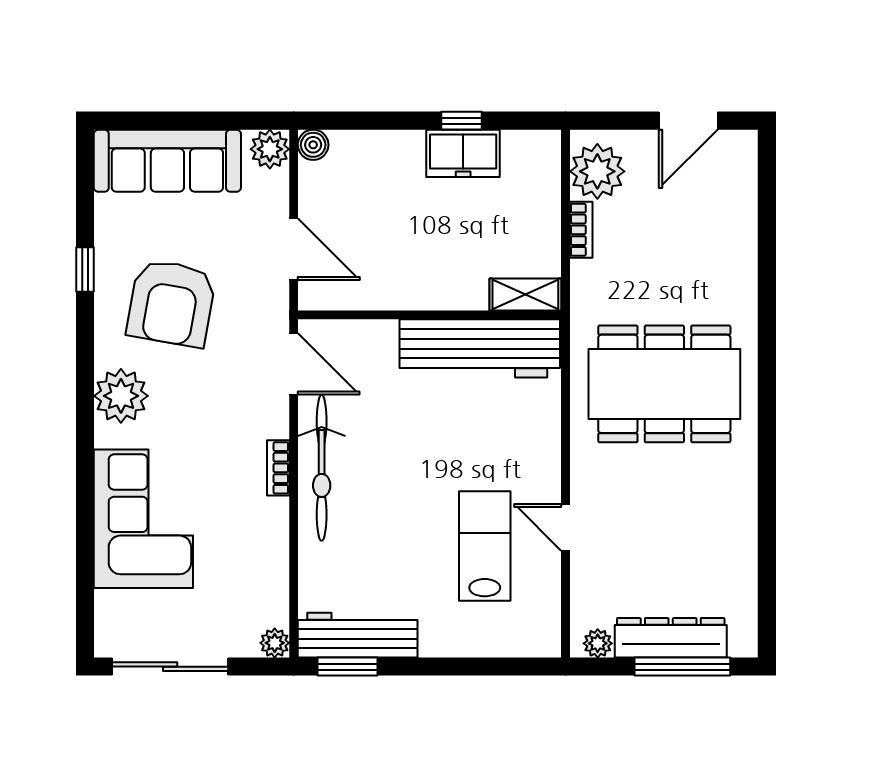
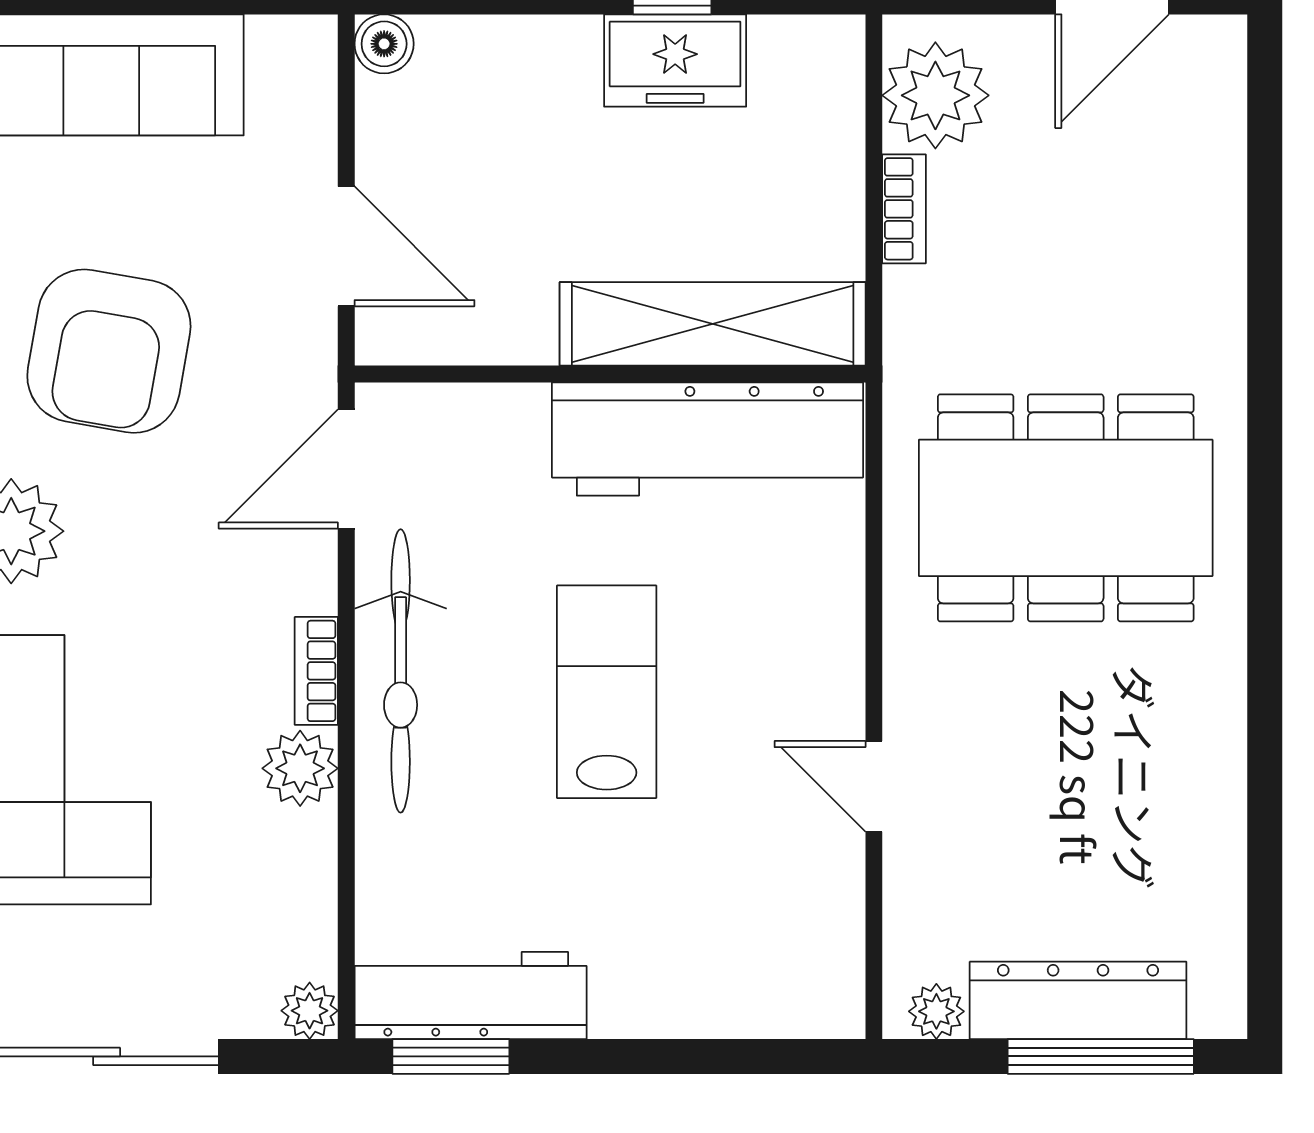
plant: (270, 149) -> (300, 768), moved
shelving: (525, 294) -> (713, 324), width x2.20, depth x1.33
door: (294, 364) -> (346, 469), swing flipped
lab bench: (485, 546) -> (607, 692), moved

